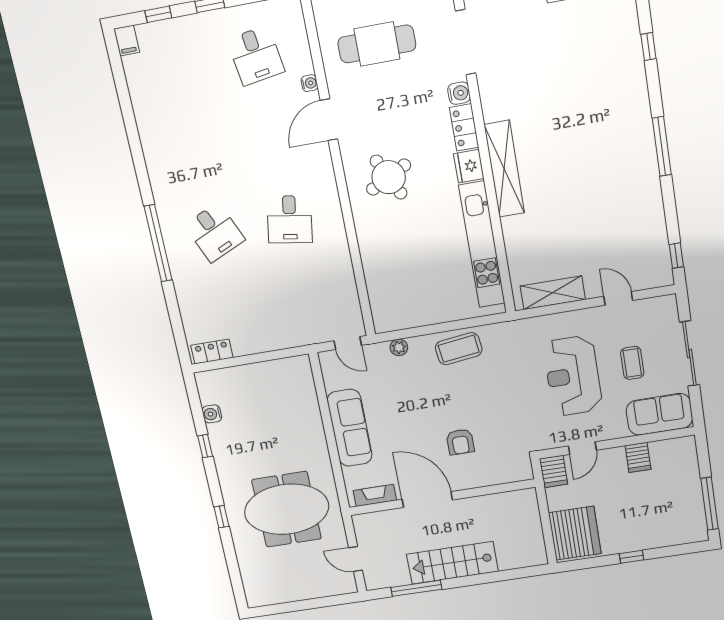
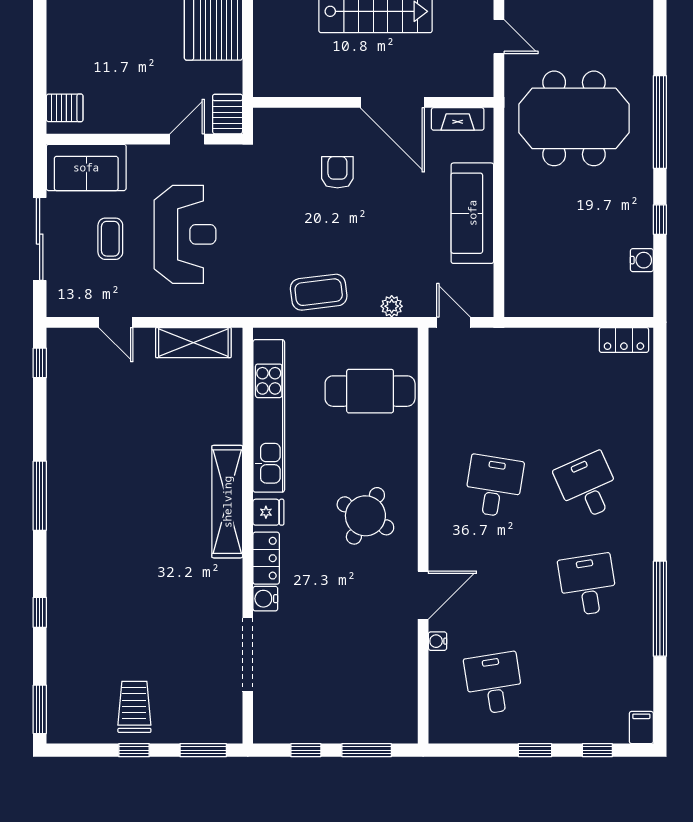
cafe table: (377, 44) -> (370, 391), moved
desk: (197, 152) -> (588, 585), added
fridge: (469, 166) -> (268, 512), width x0.72
round table: (389, 177) -> (365, 516), turned -34
window: (158, 243) -> (660, 609), moved
server rack: (638, 457) -> (65, 108), moved, turned 90
window: (710, 504) -> (40, 40), removed
window: (221, 517) -> (660, 122), width x3.17

